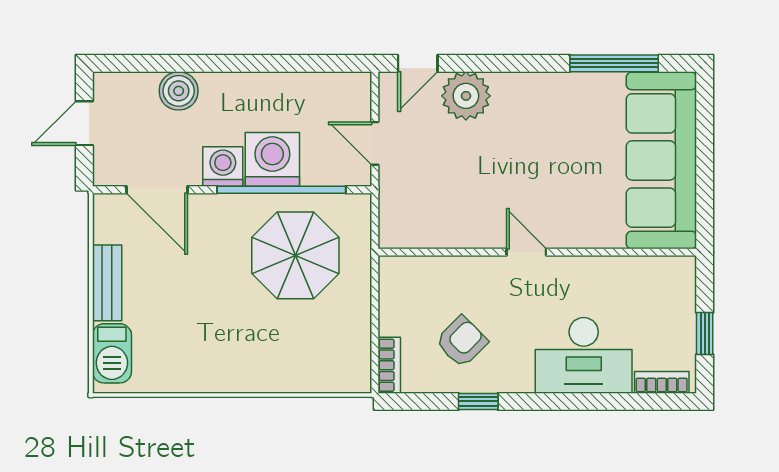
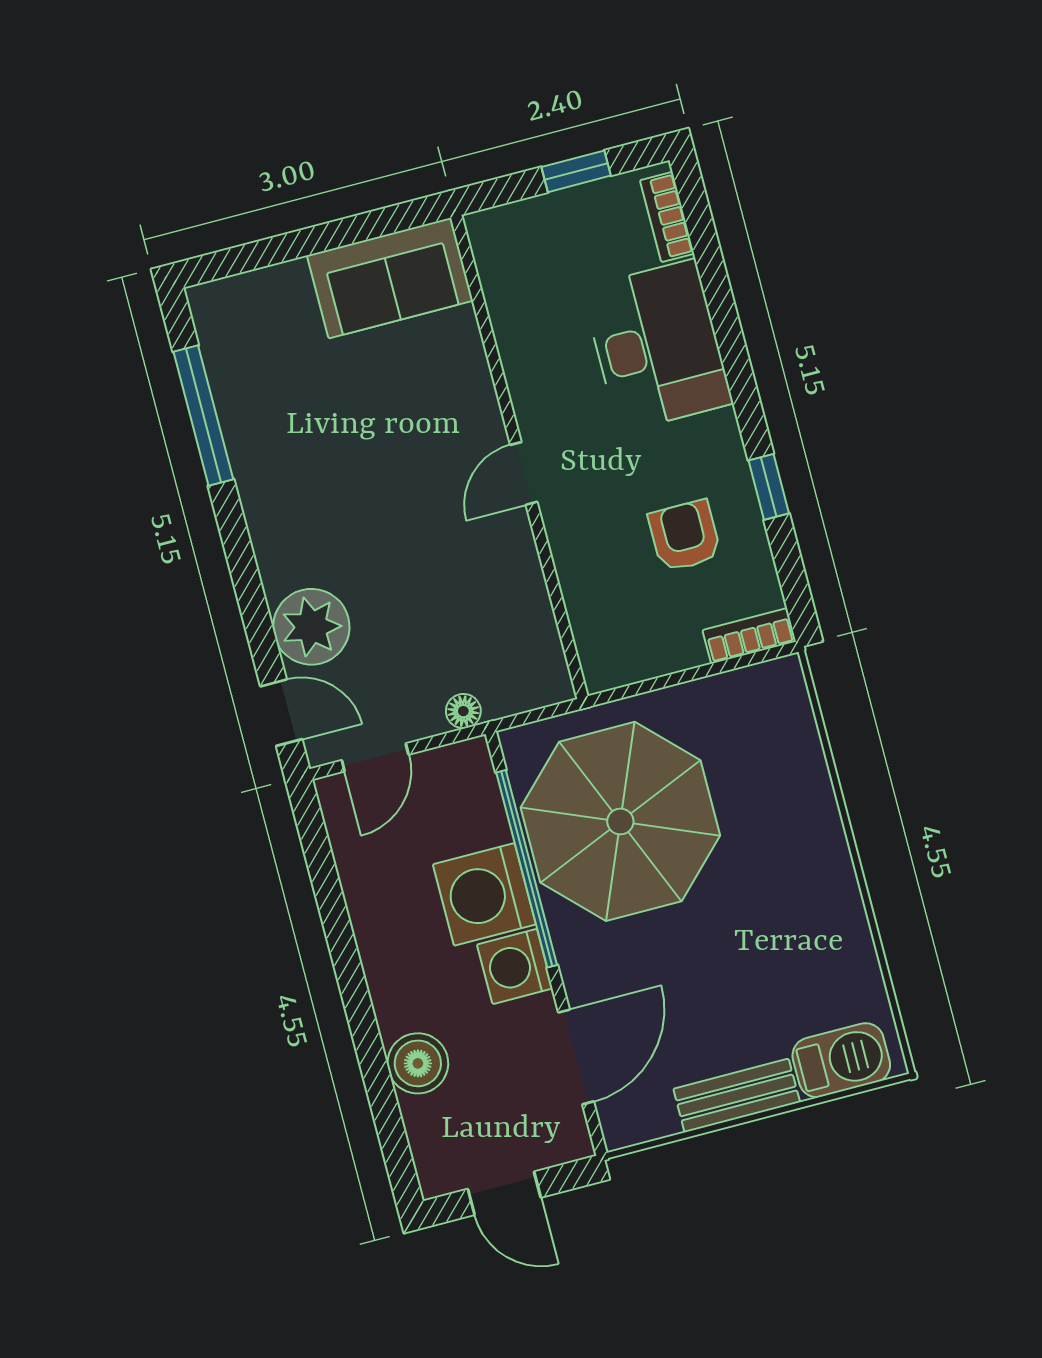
door: (375, 143) -> (375, 757), moved
sofa: (661, 160) -> (390, 278), width x0.54, depth x0.79
floor lamp: (389, 176) -> (463, 711), added
parasol: (295, 255) -> (620, 821), width x1.36, depth x1.36
armchair: (462, 342) -> (685, 536), turned 45

